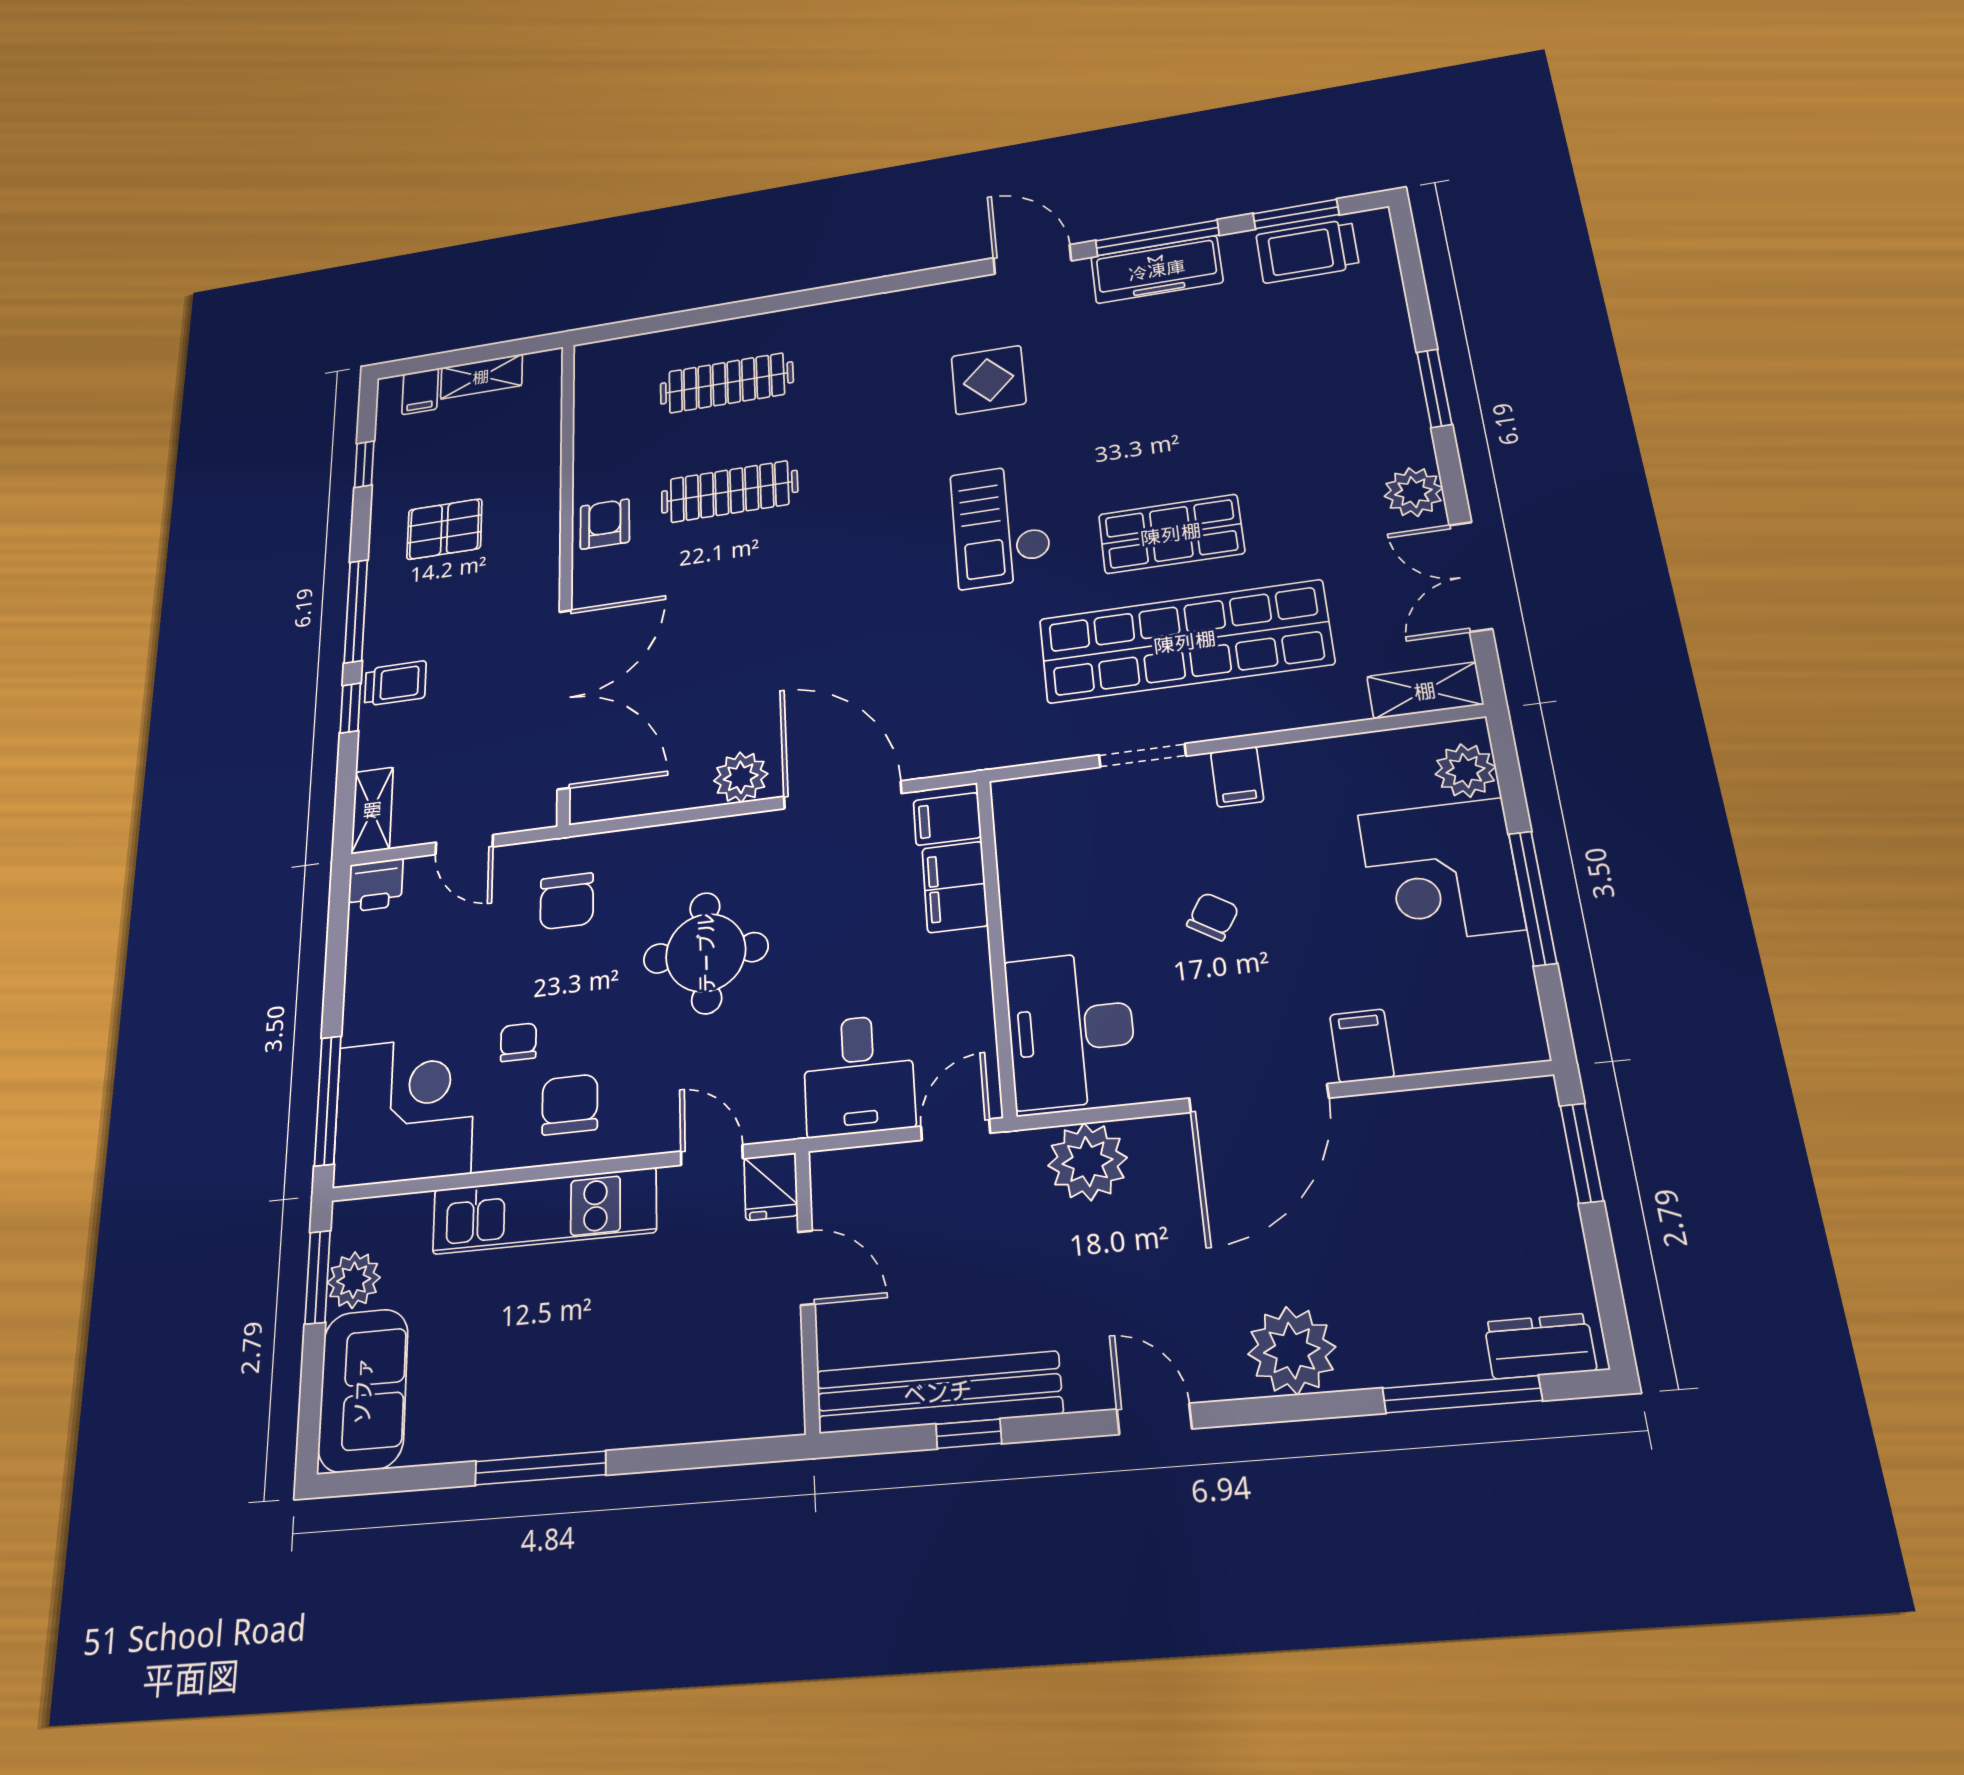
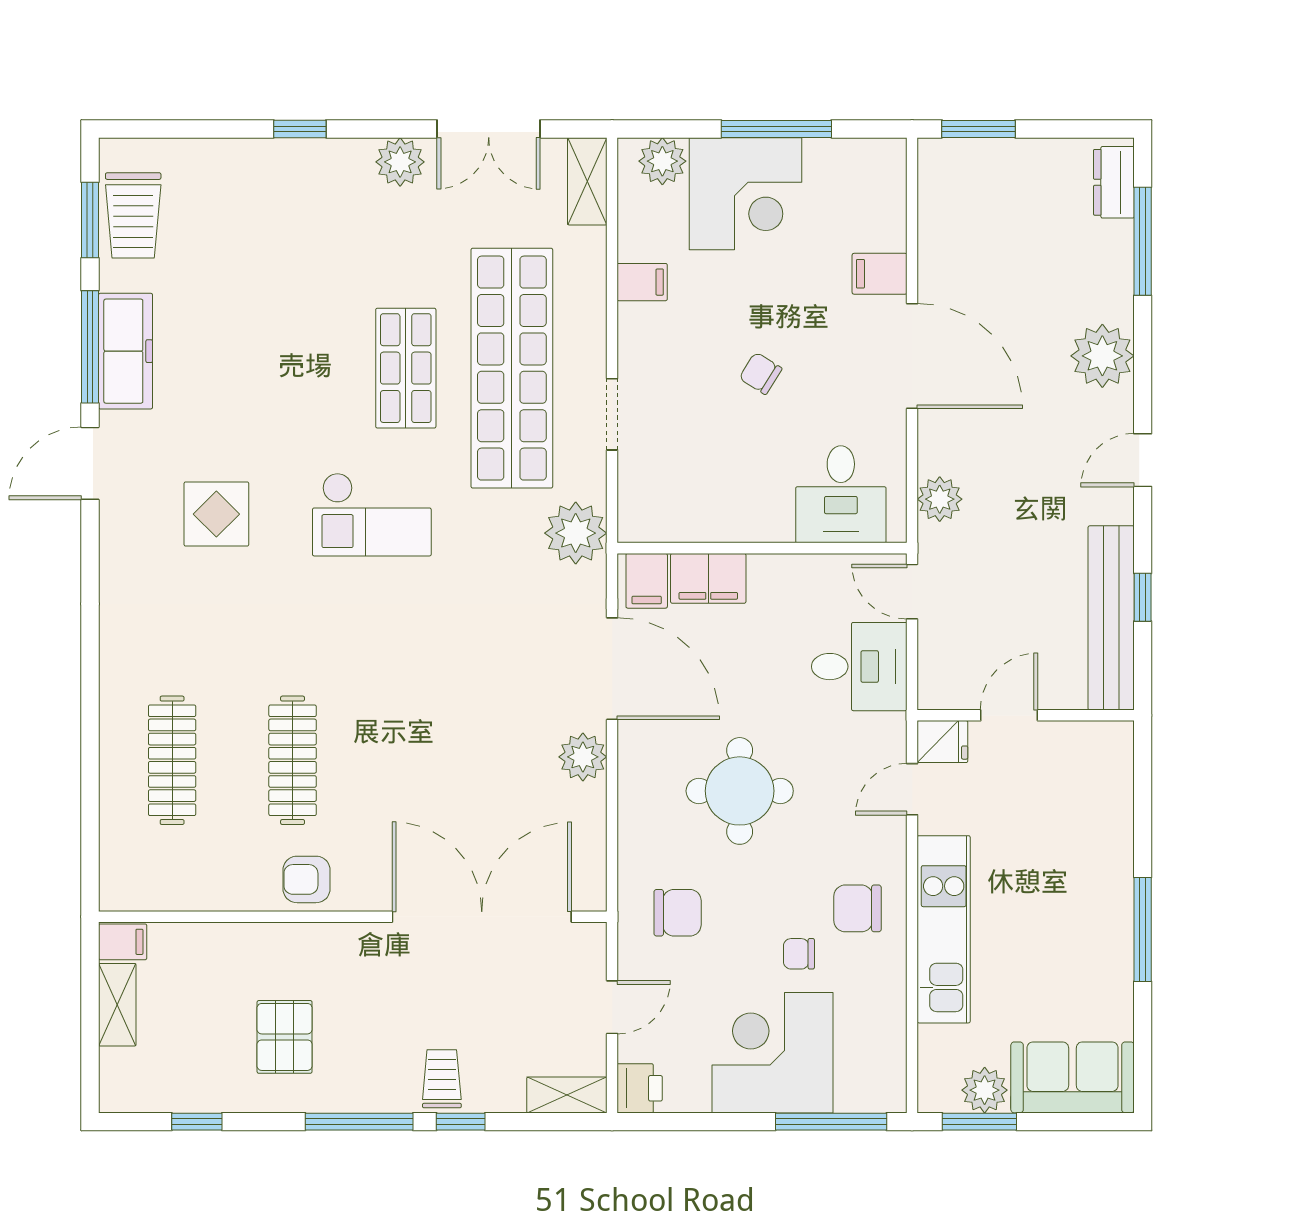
window: (1434, 388) -> (300, 129), width x0.67
filing cabinet: (420, 392) -> (123, 942), moved
plant: (997, 735) -> (576, 533), added
filing cabinet: (1237, 777) -> (642, 282), moved
door: (842, 795) -> (612, 669), swing flipped
desk: (1071, 1029) -> (841, 494), width x0.73
corner desk: (404, 1110) -> (772, 1053), moved
plant: (1087, 1162) -> (940, 499), width x0.73, depth x0.73

